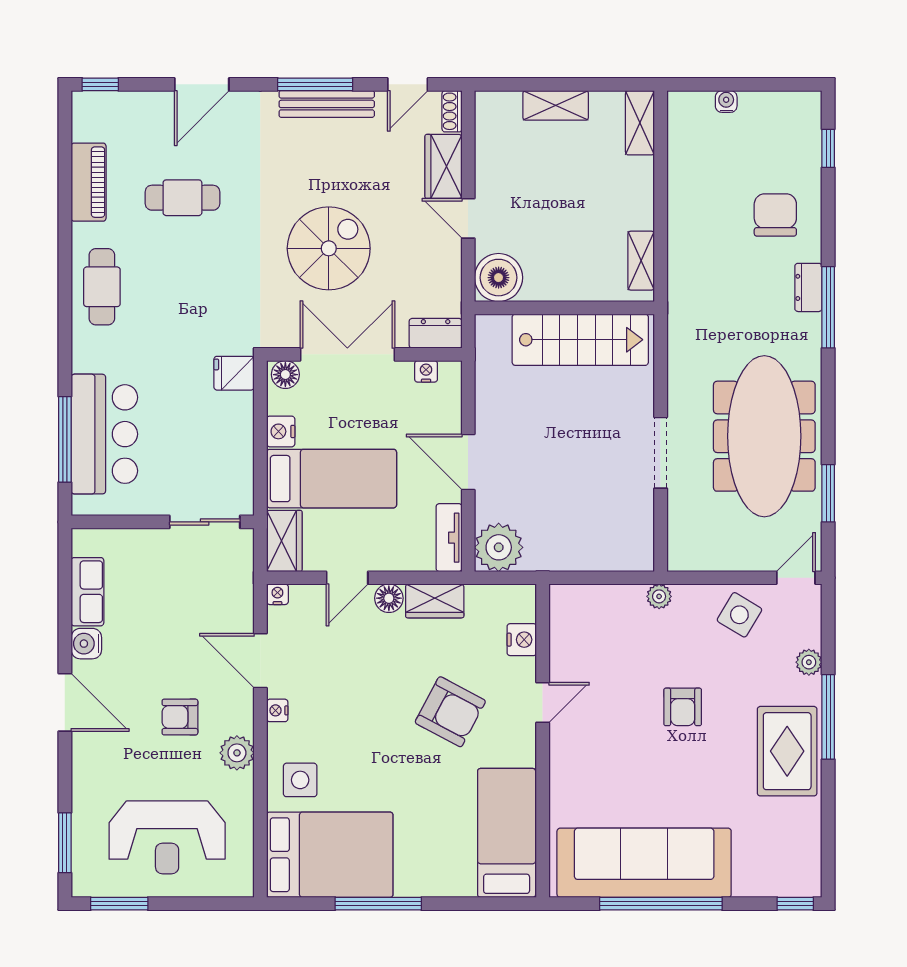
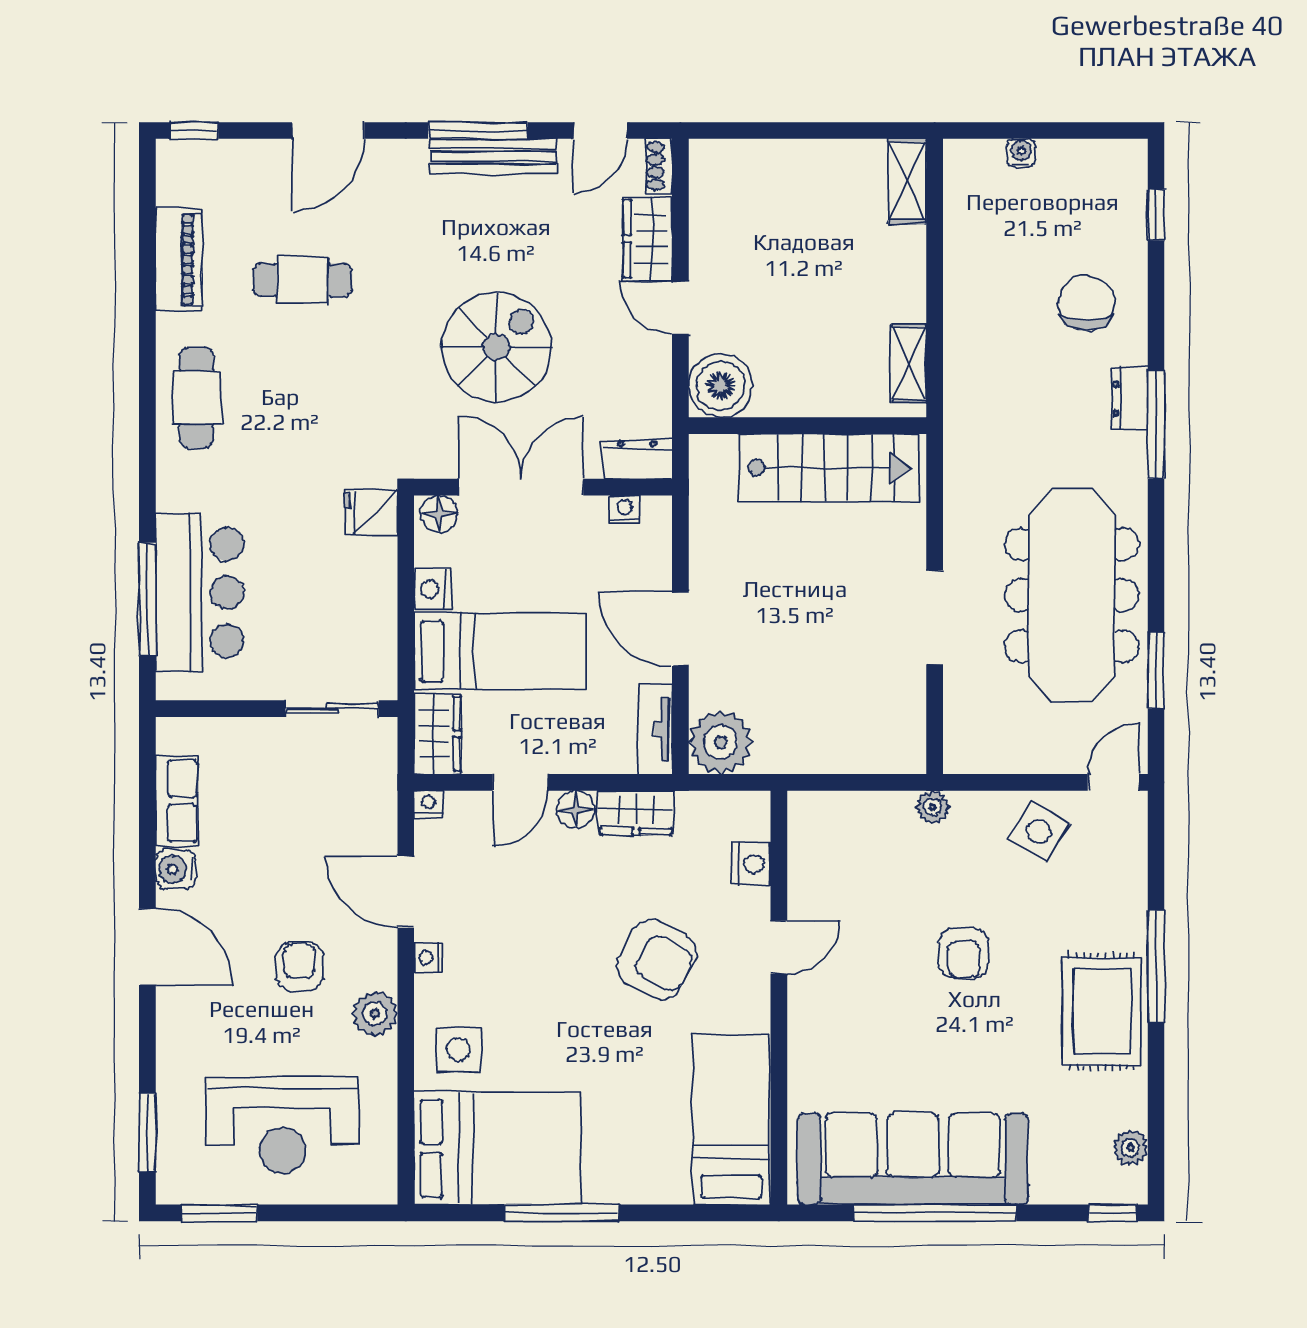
shelving: (556, 105) -> (796, 158), removed
plant: (809, 662) -> (1131, 1147), moved
armchair: (180, 717) -> (299, 966), turned 90

